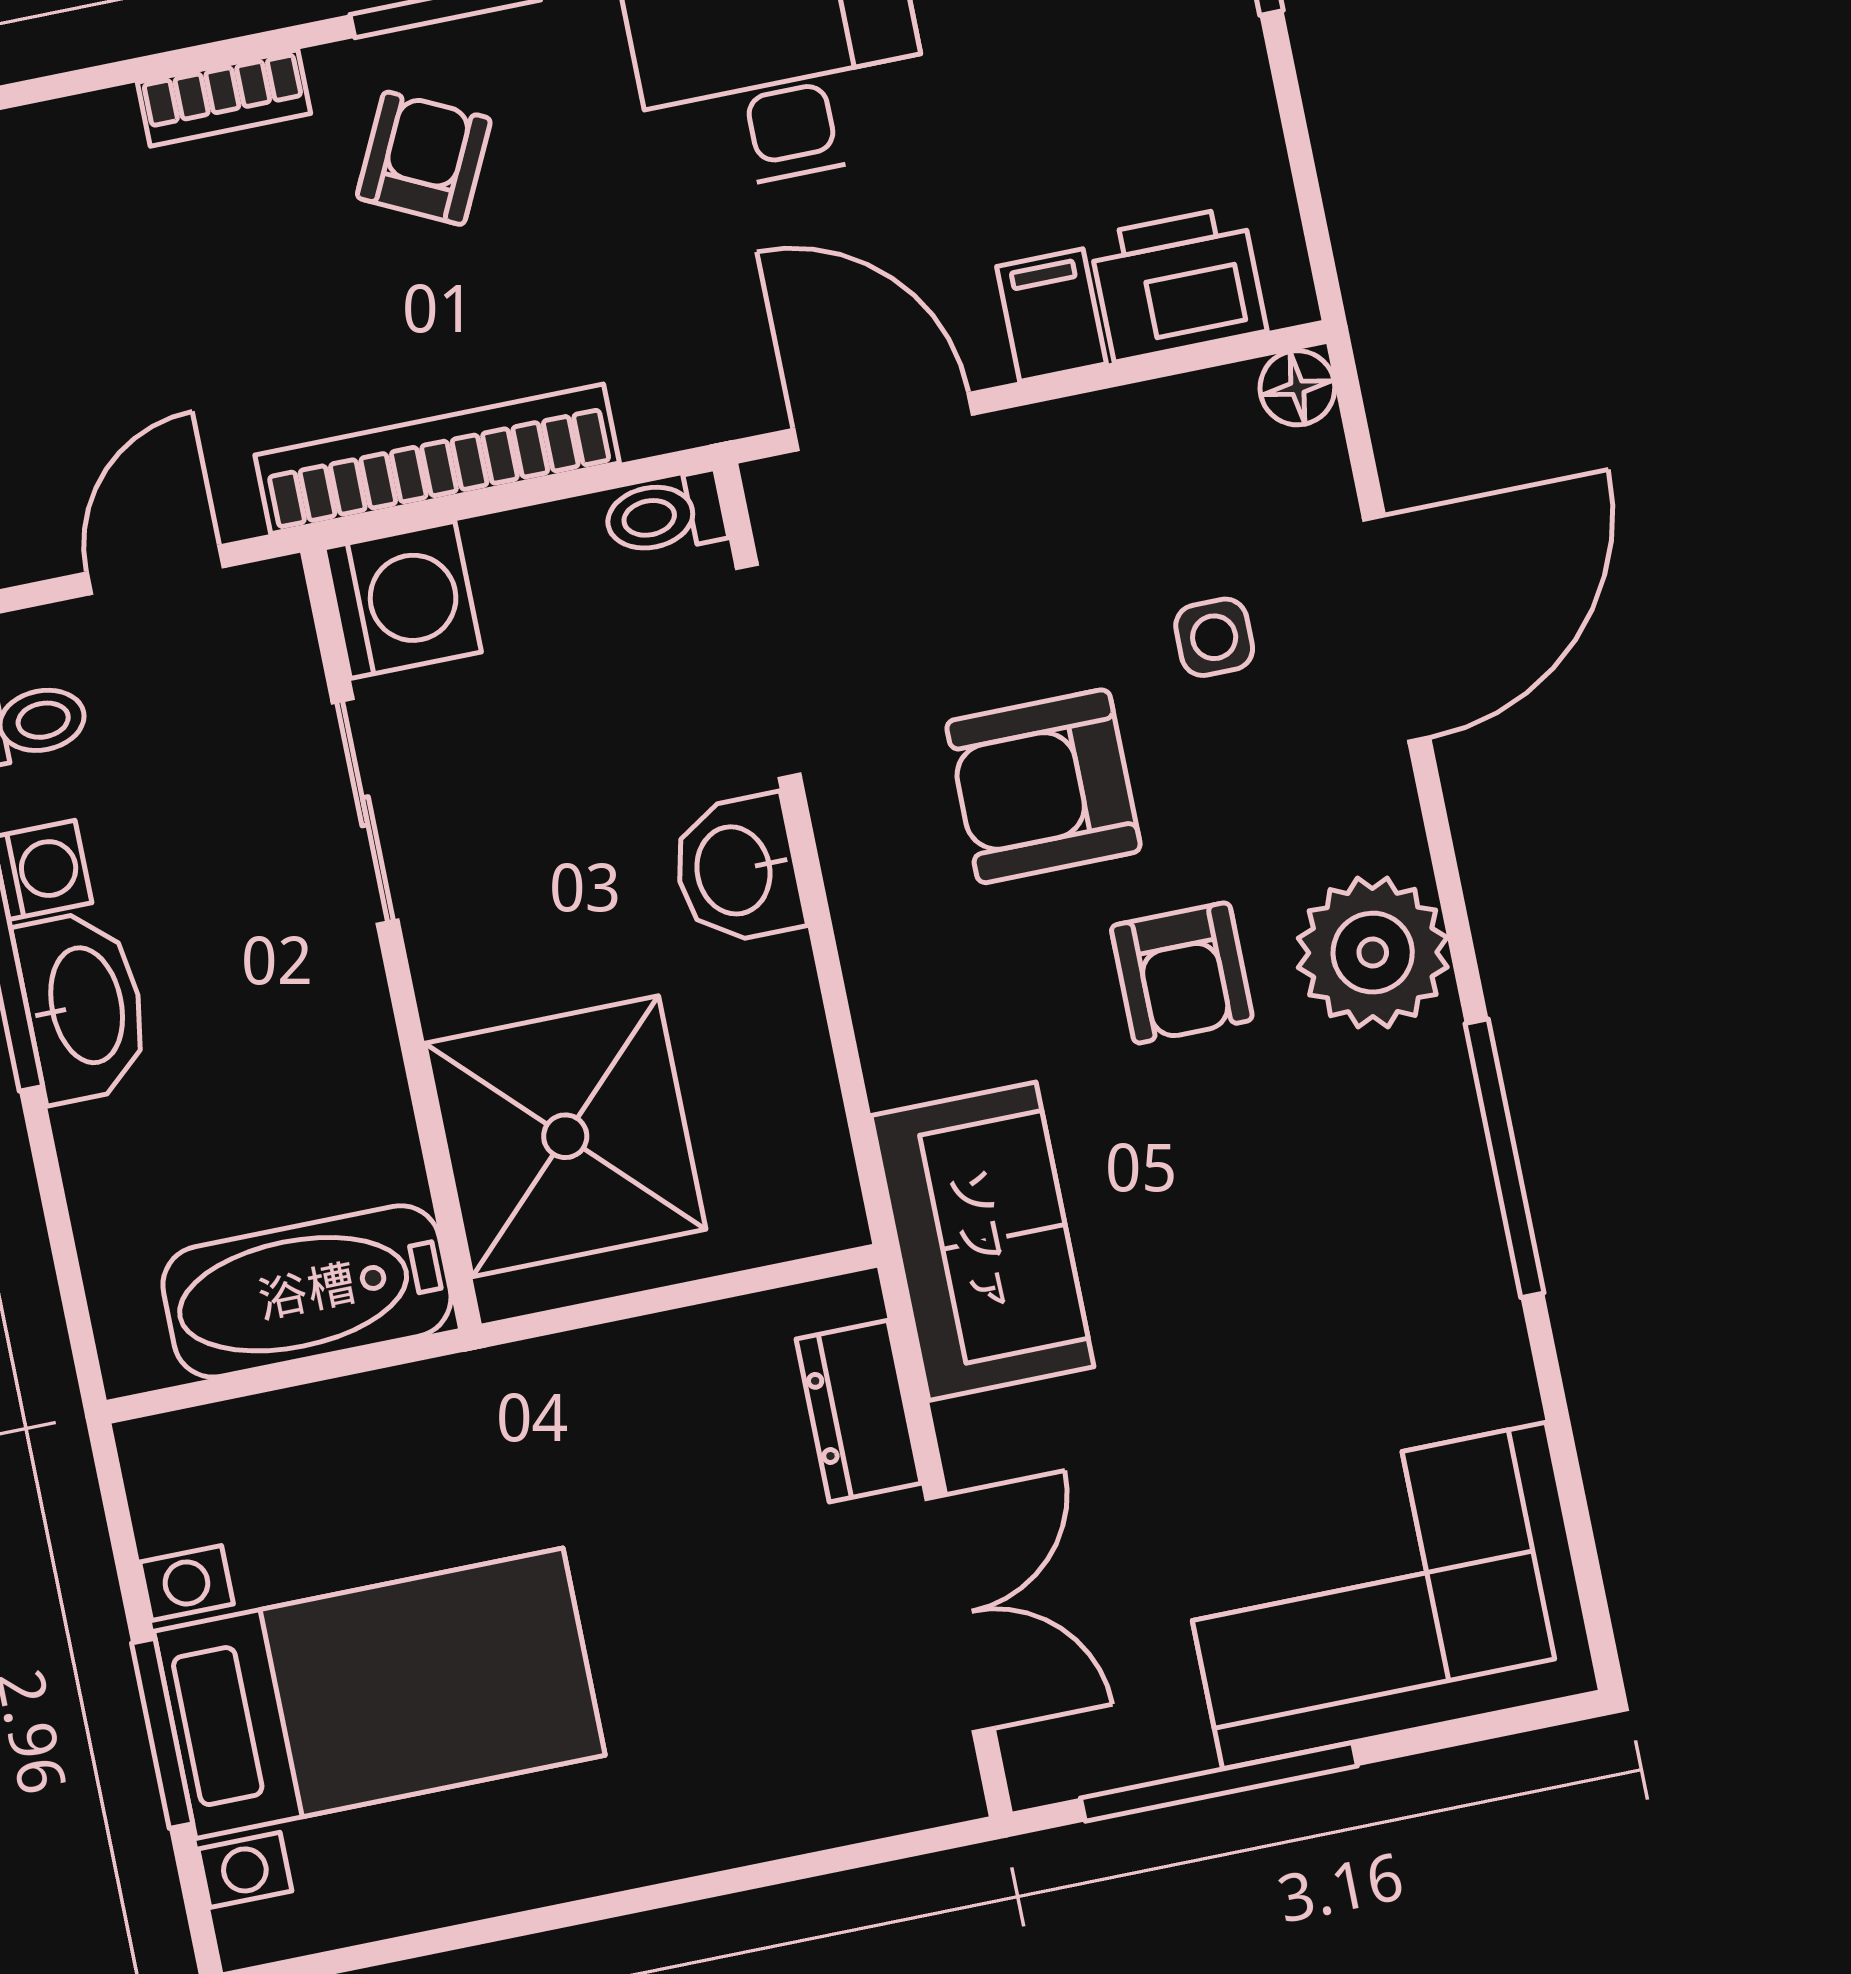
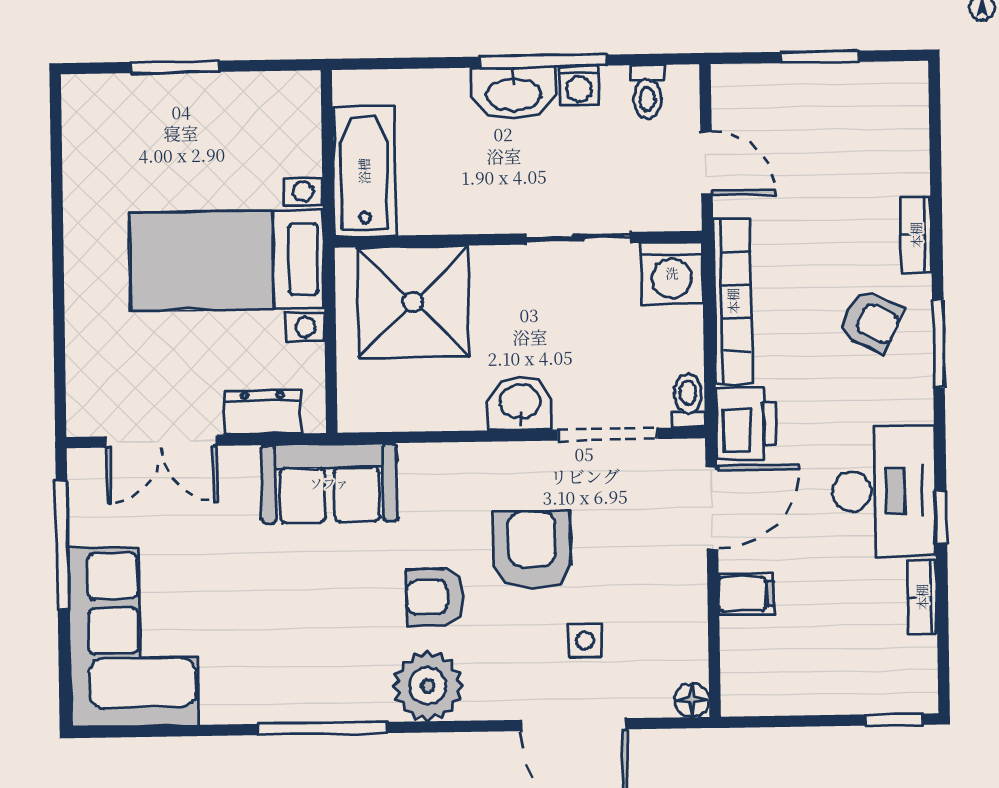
printer: (1178, 284) -> (746, 424), moved
bed with nightstands: (379, 1693) -> (227, 260), moved, turned 90

